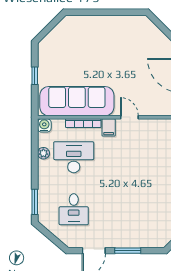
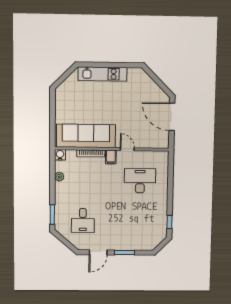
kitchen unit: (97, 24) -> (102, 74), added
window: (35, 76) -> (52, 115), removed
desk: (74, 157) -> (140, 181), moved

